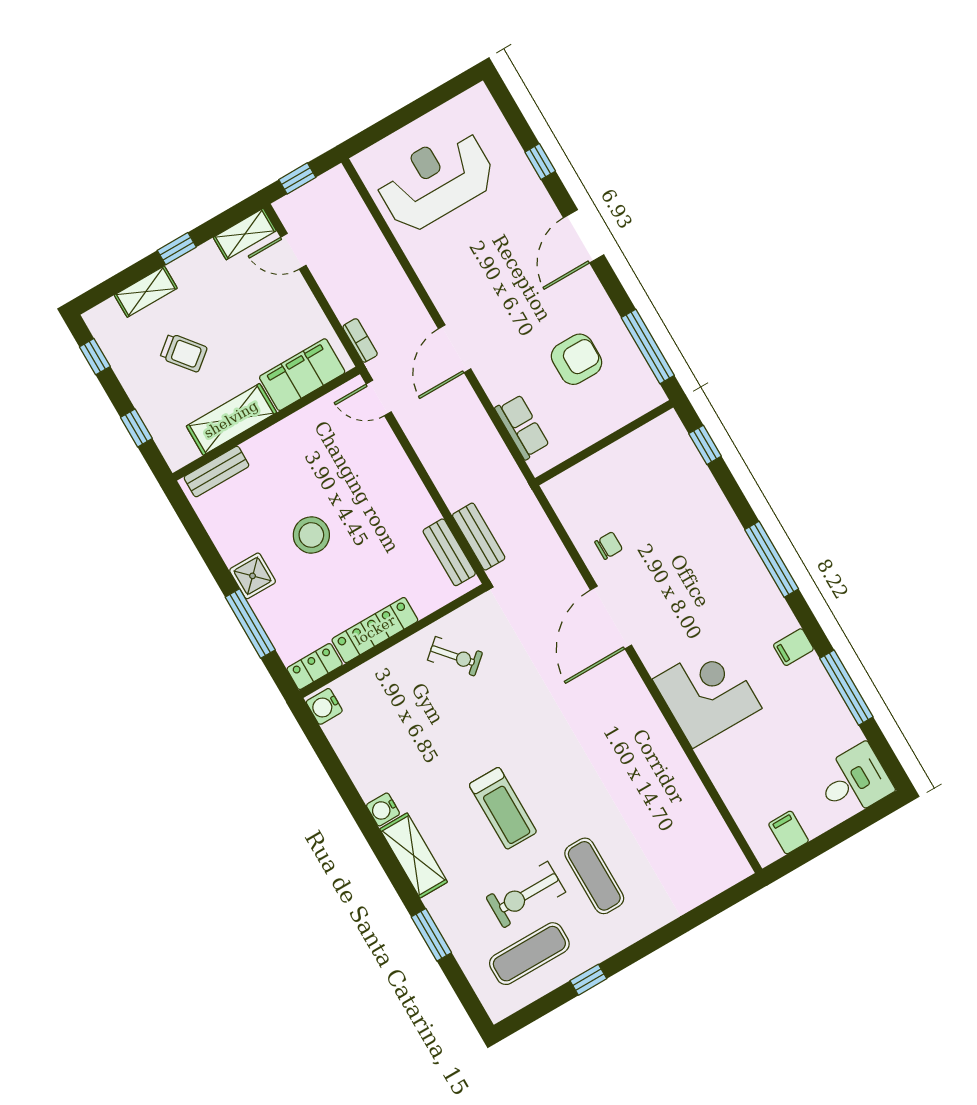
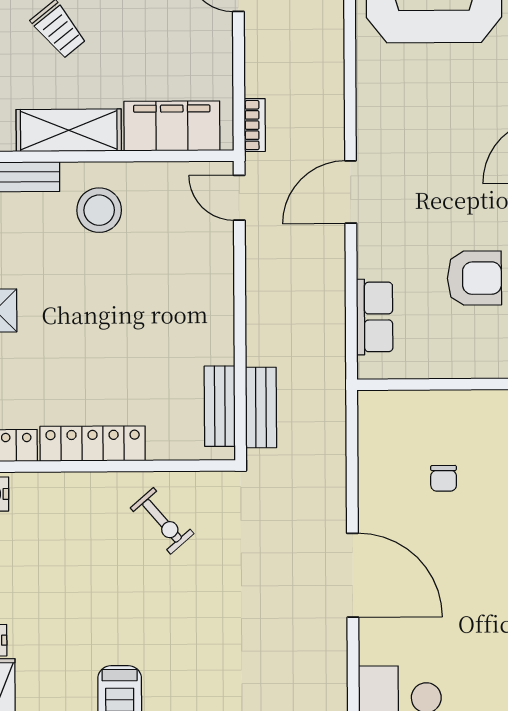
stool: (311, 535) -> (99, 210), moved
chair: (609, 546) -> (444, 478), moved, turned 90
door: (611, 617) -> (353, 575), swing flipped

